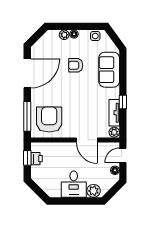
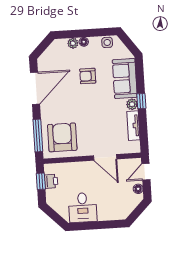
window: (123, 102) -> (141, 101), moved
plant: (114, 132) -> (132, 104), moved
desk: (74, 184) -> (83, 208), moved
plant: (94, 191) -> (116, 213), removed

